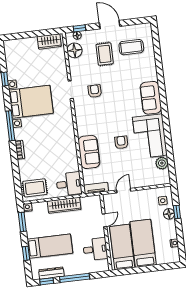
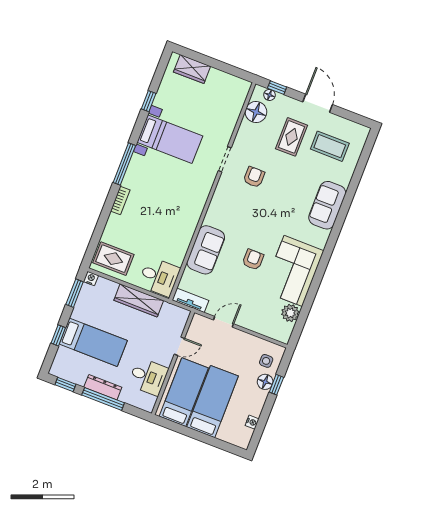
wardrobe: (49, 41) -> (192, 69), moved
sofa: (151, 98) -> (327, 205), moved
bed with nightstands: (31, 102) -> (170, 139), width x0.73
dresser: (51, 273) -> (103, 387), moved

